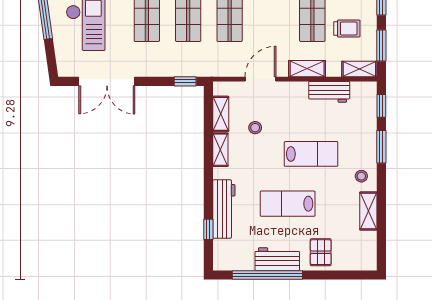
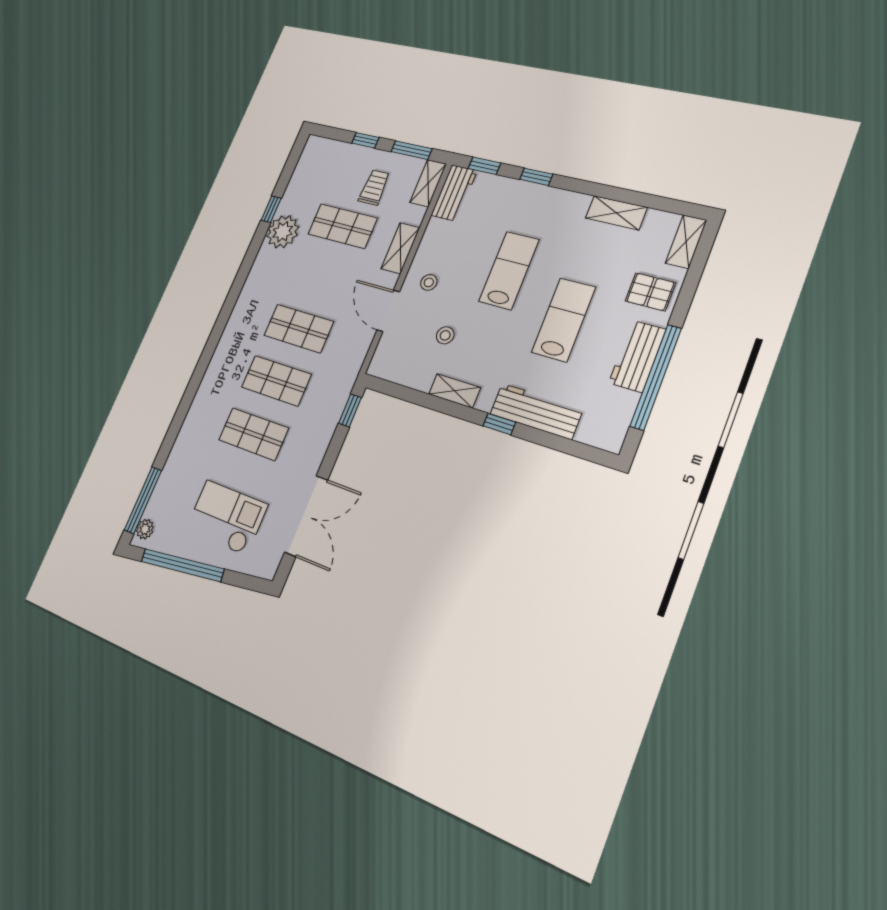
workbench: (329, 92) -> (454, 193), moved
shelving: (221, 114) -> (686, 242), moved, turned 90
window: (381, 147) -> (536, 177), width x0.67
stool: (361, 176) -> (429, 282), moved
lab bench: (288, 204) -> (564, 320), turned 180
window: (208, 229) -> (499, 424), moved

